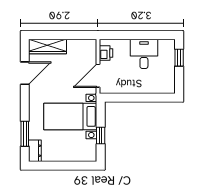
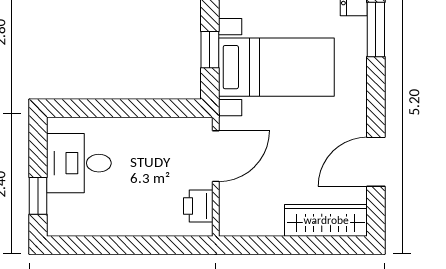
desk: (144, 54) -> (79, 163), moved, turned 90
window: (101, 135) -> (210, 50), moved

